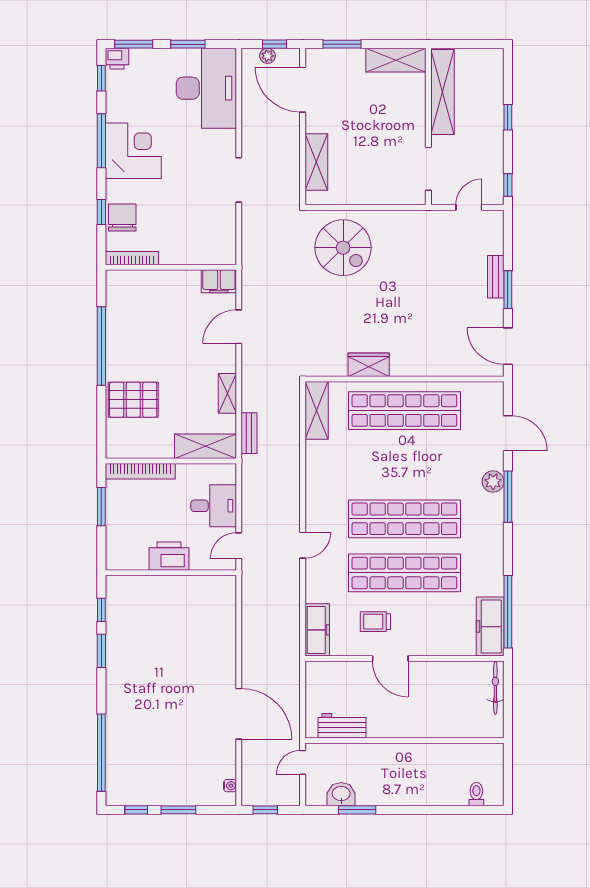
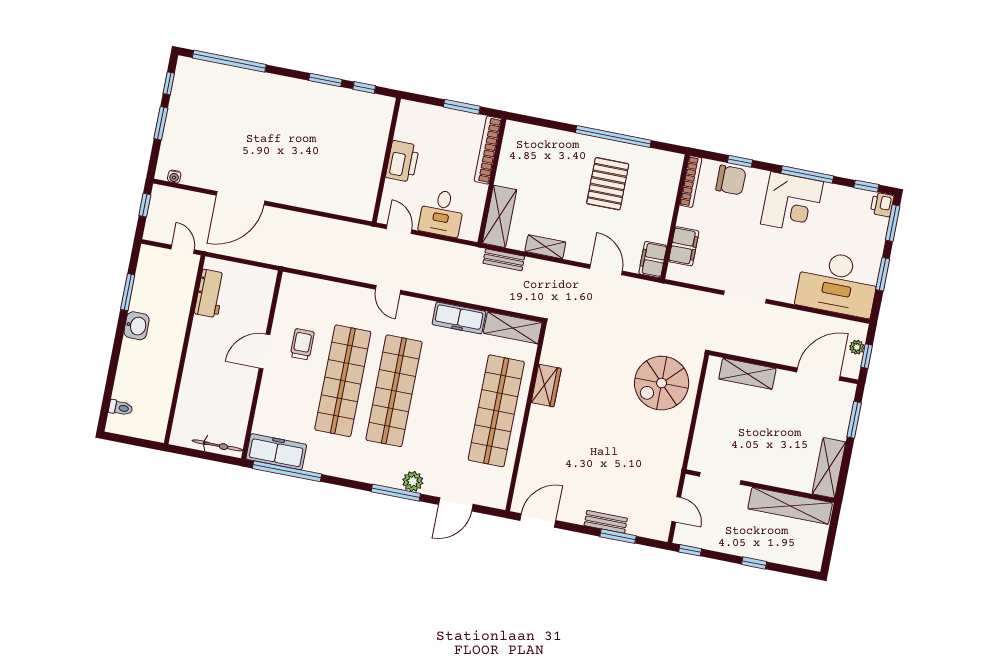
filing cabinet: (199, 252) -> (684, 246), added
window: (508, 290) -> (618, 536), moved
pallet: (133, 400) -> (608, 184), moved
freezer: (317, 630) -> (459, 318), moved
washbasin: (341, 794) -> (137, 326), moved

